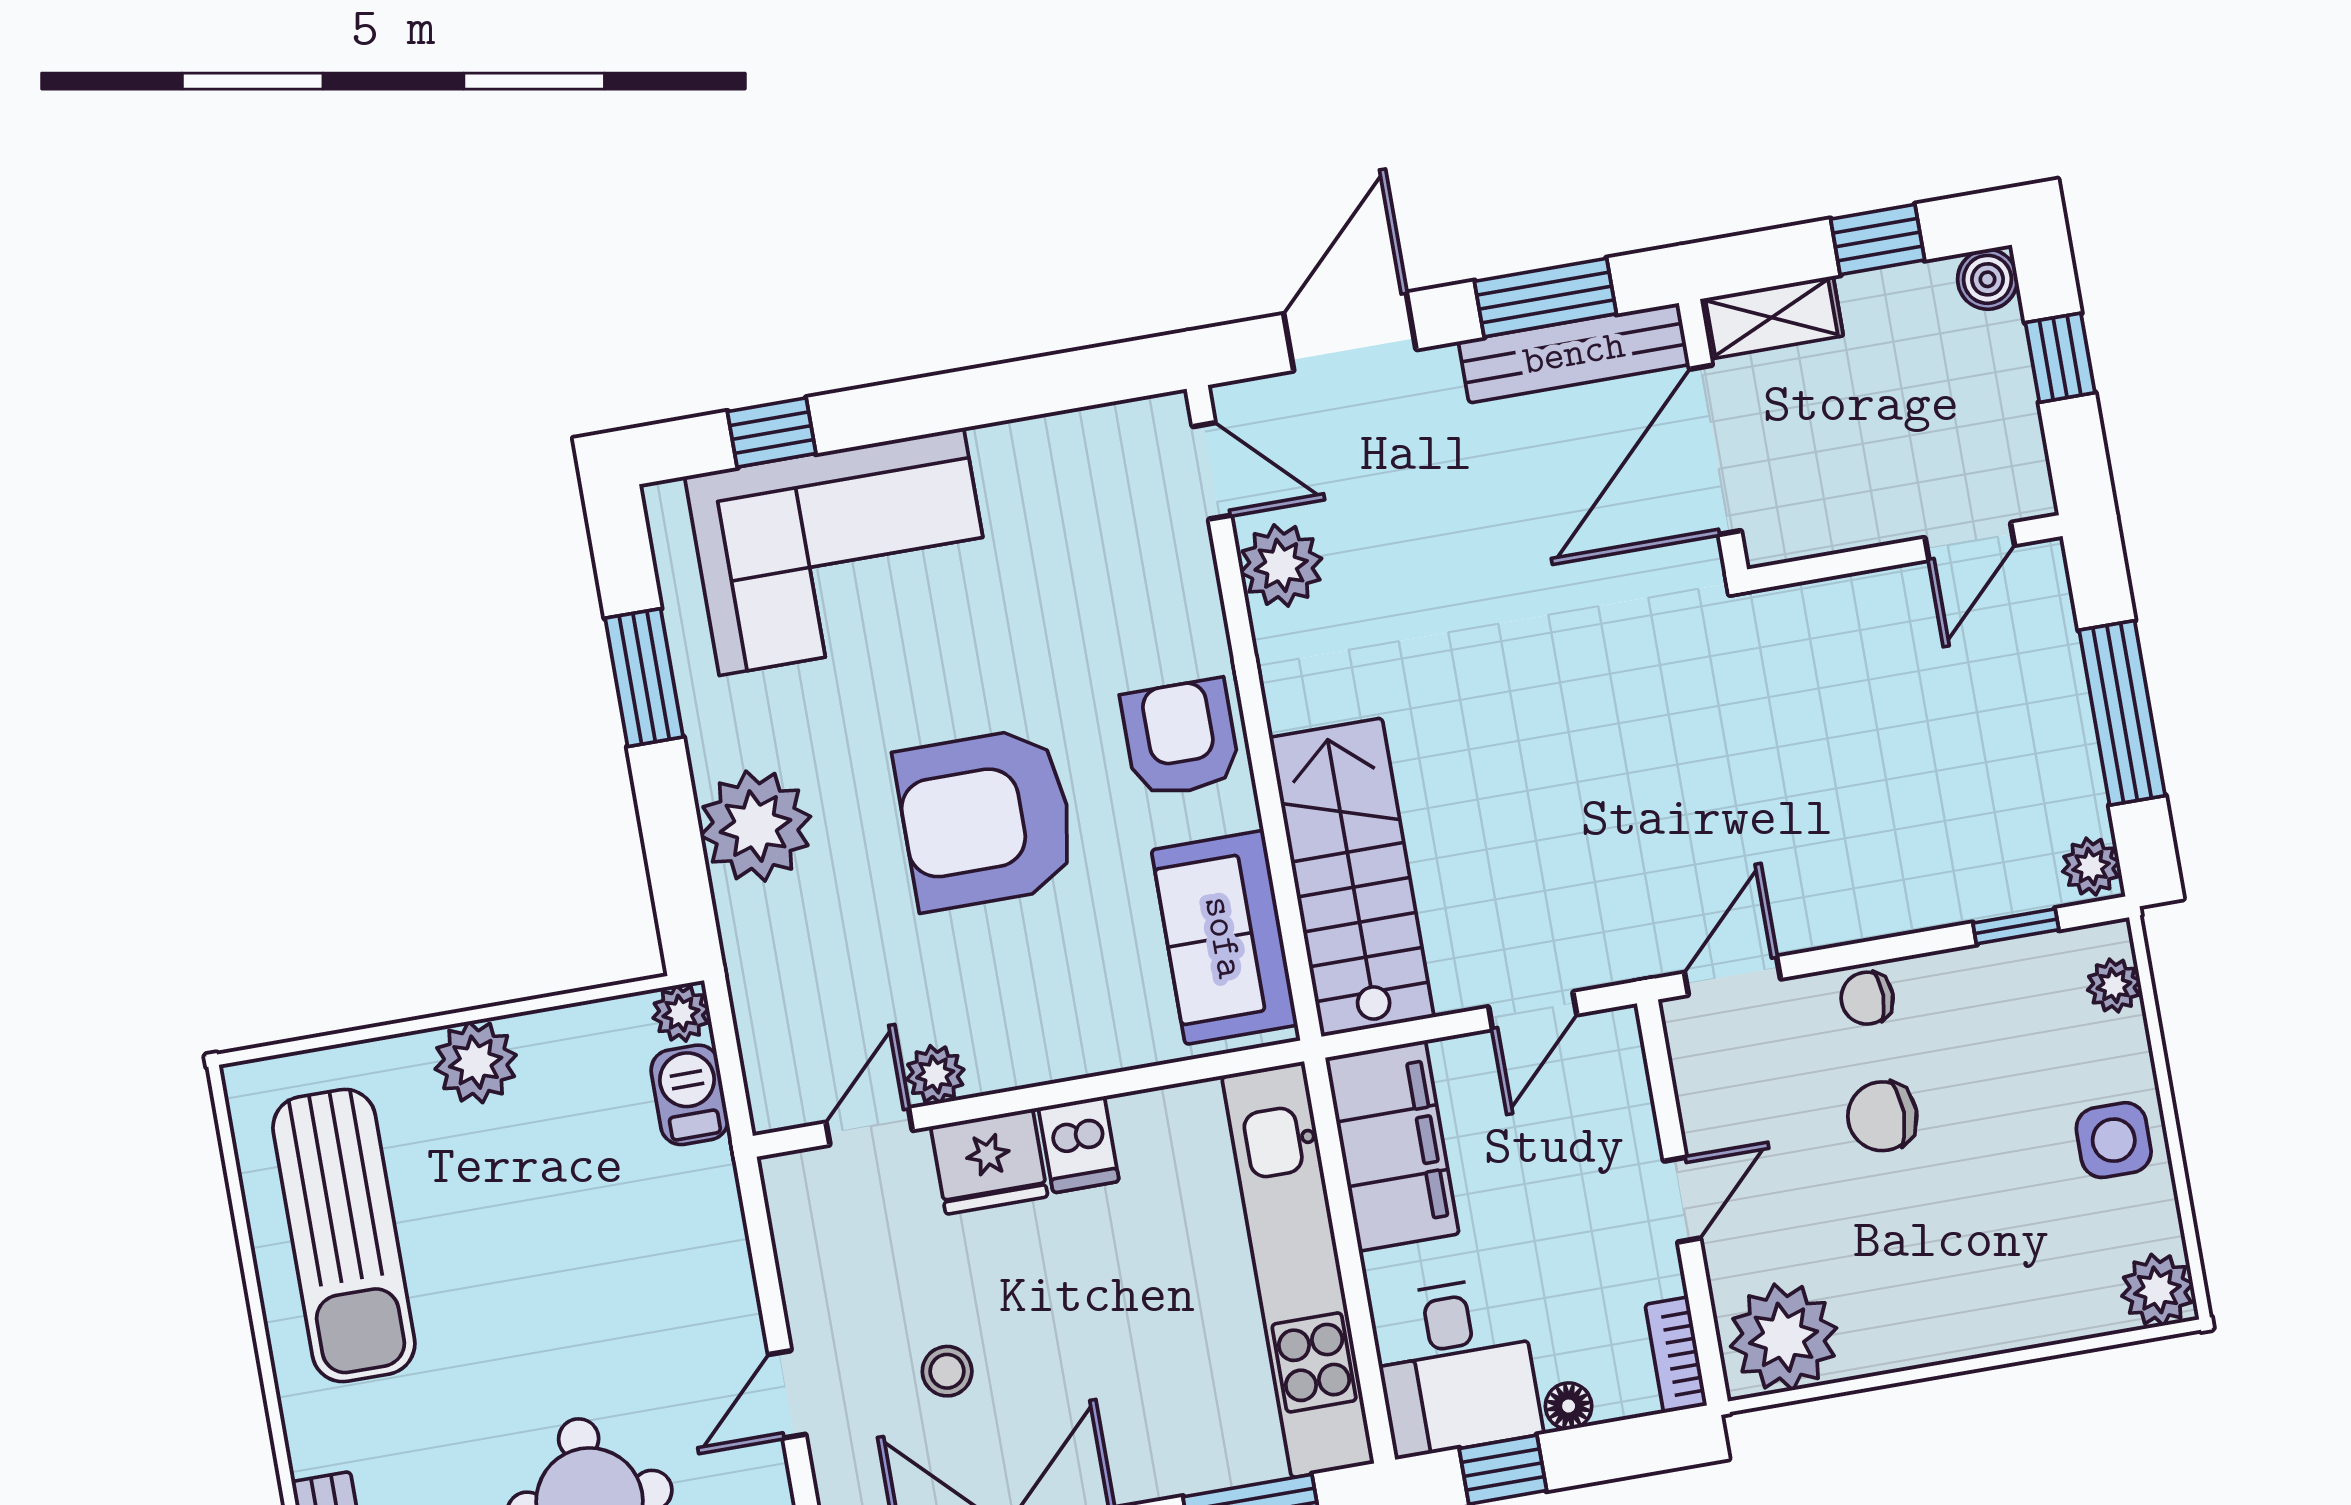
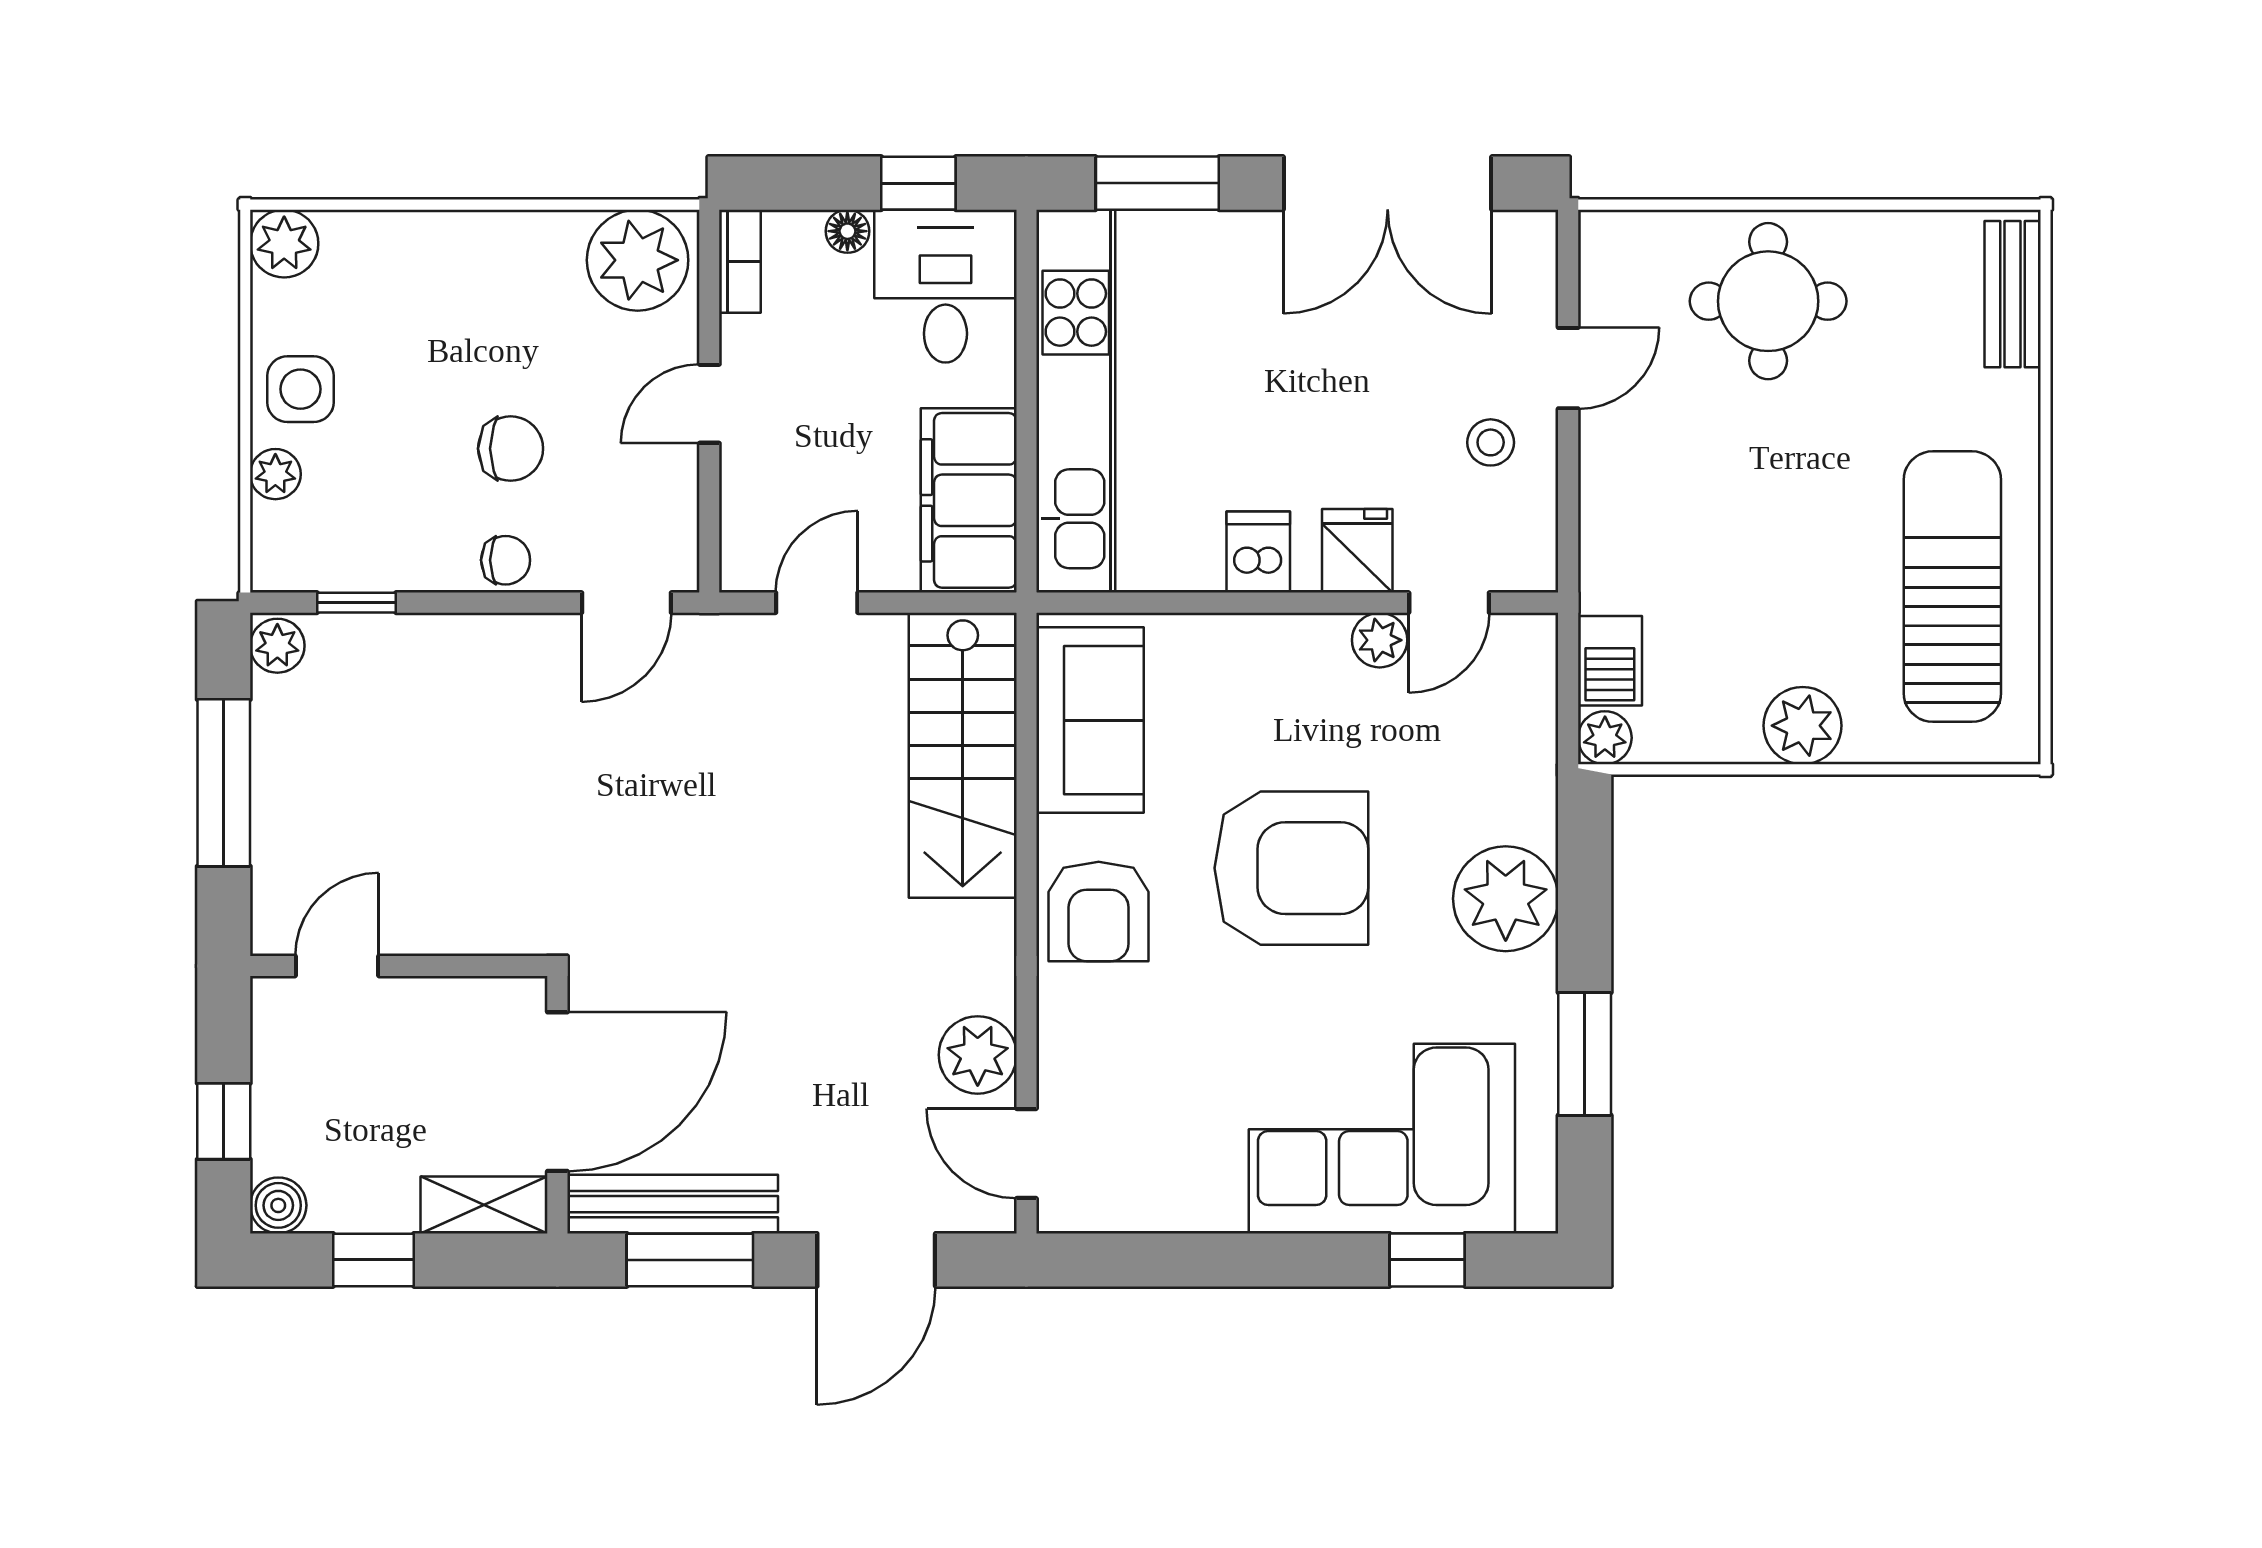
plant: (2114, 986) -> (275, 474), moved
fridge: (989, 1162) -> (1357, 551), width x0.72
stool: (947, 1371) -> (1491, 442), moved

